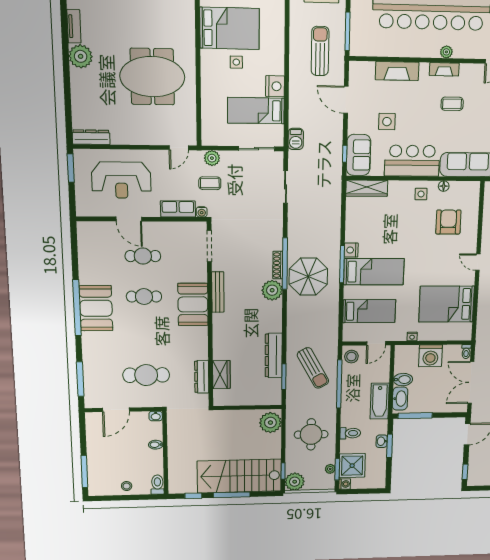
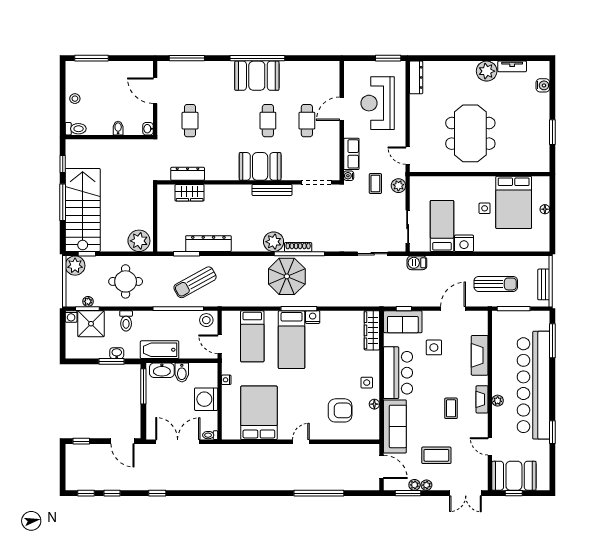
cafe table: (146, 375) -> (190, 121), width x0.73, depth x0.74

